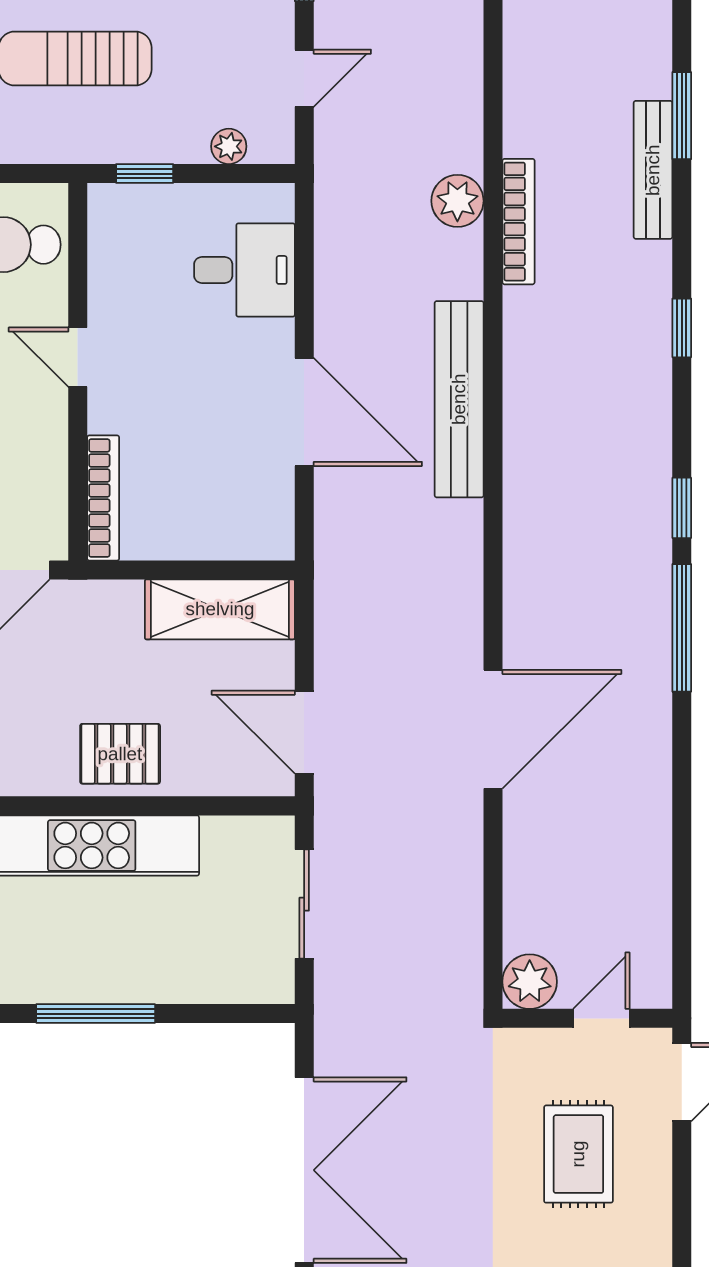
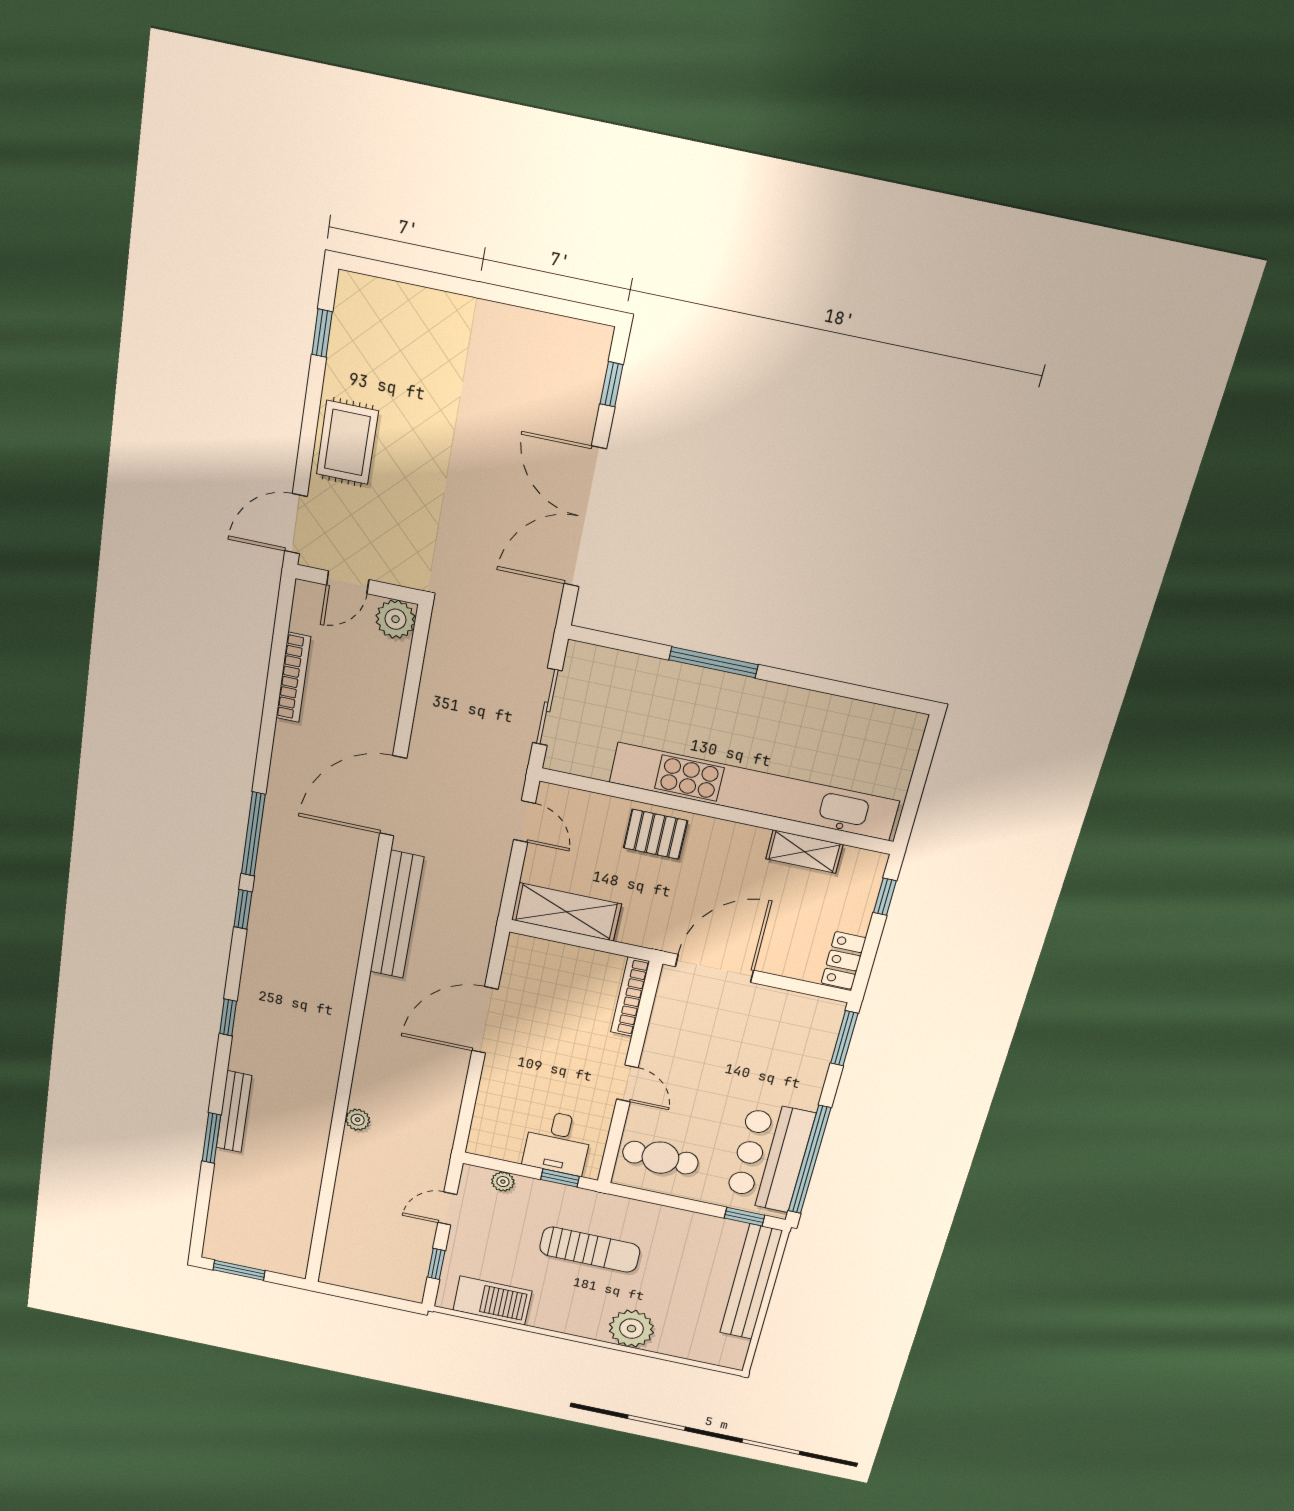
plant: (457, 201) -> (358, 1120), width x0.73, depth x0.73
bookcase: (518, 222) -> (293, 677), moved, turned 180
desk: (244, 270) -> (558, 1143), moved, turned -90
bench: (459, 399) -> (397, 915), moved
door: (304, 412) -> (485, 1020), hinge flipped
door: (304, 732) -> (524, 821), width x0.73
rug: (578, 1154) -> (347, 442), moved

